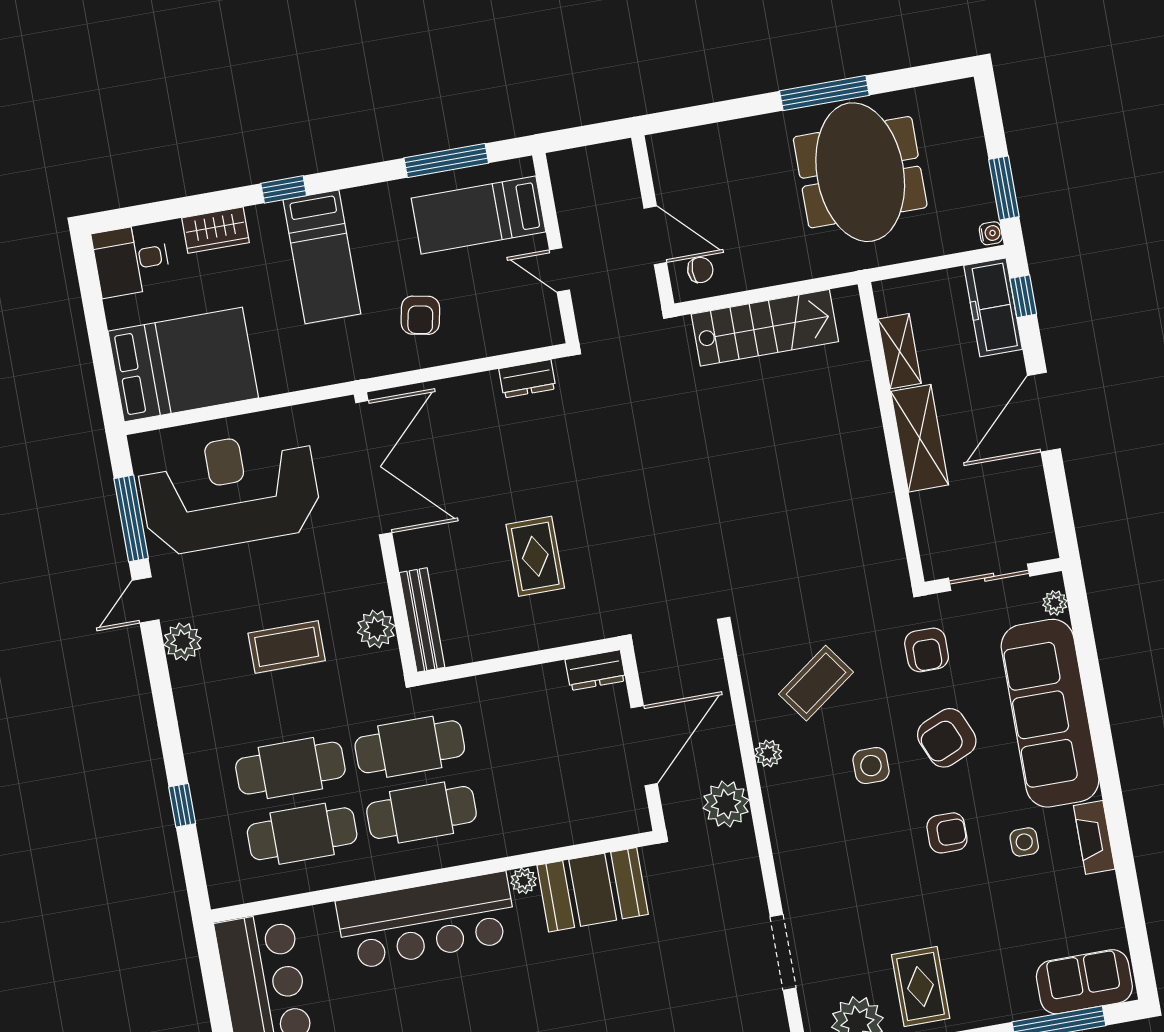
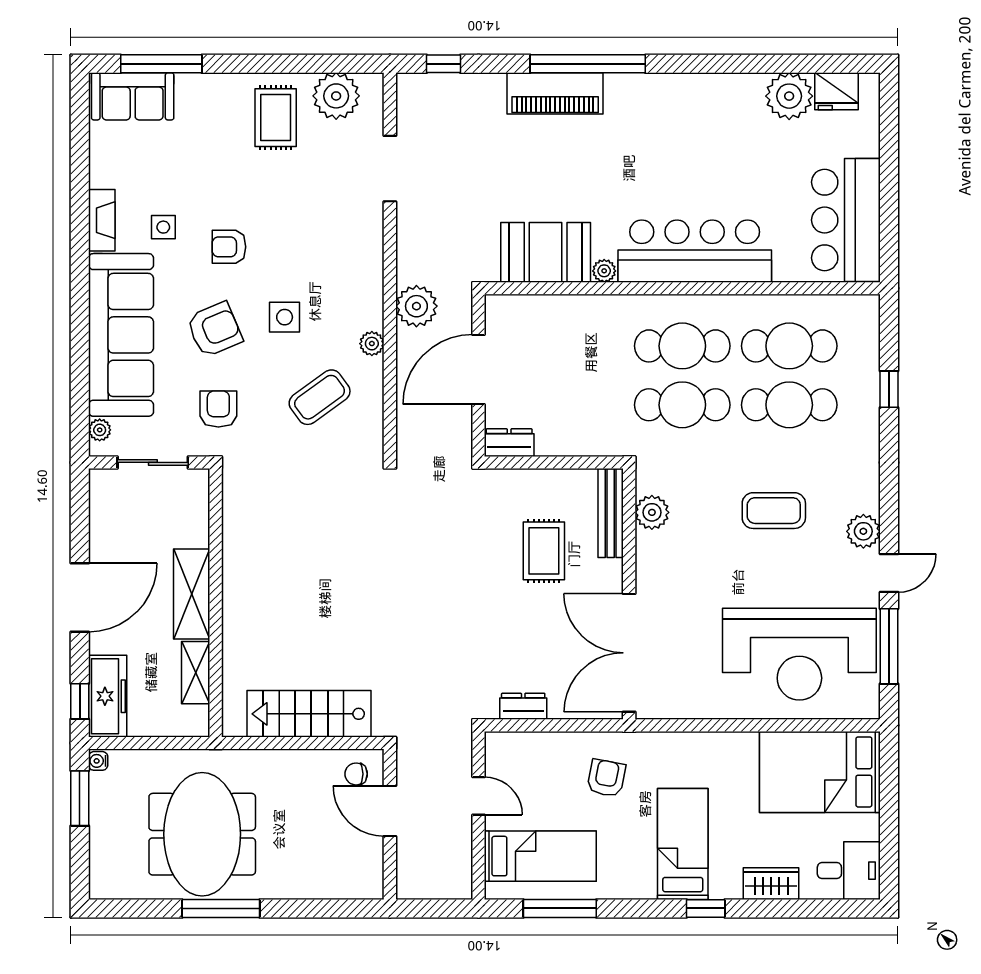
double door: (374, 468) -> (629, 653), moved
wall: (385, 533) -> (629, 594), moved
bench: (422, 620) -> (611, 513), moved
plant: (376, 629) -> (652, 512), moved

